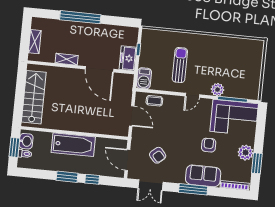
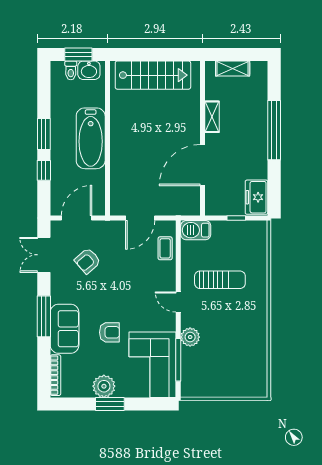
freezer: (128, 58) -> (256, 197), moved, turned -90
window: (257, 163) -> (110, 404), moved

